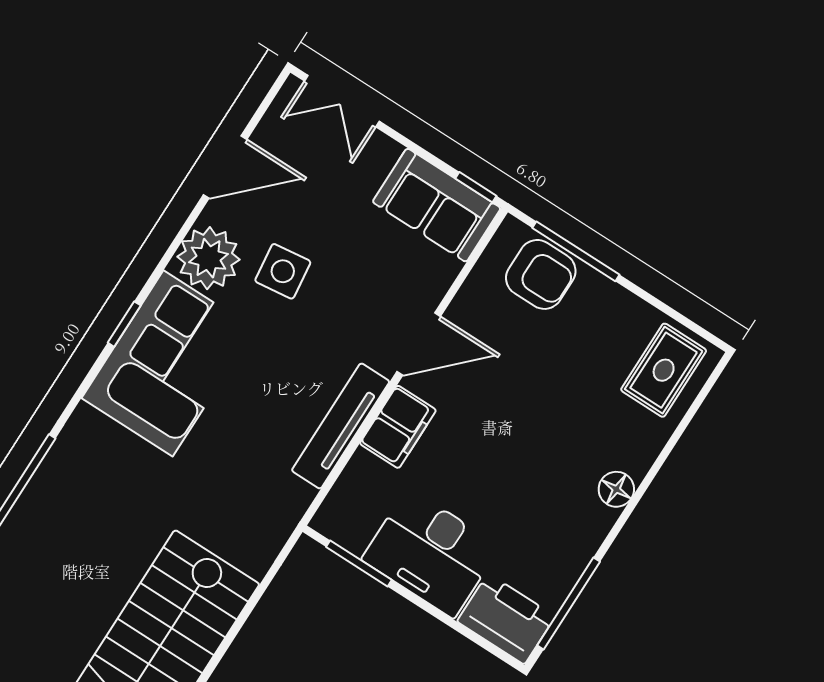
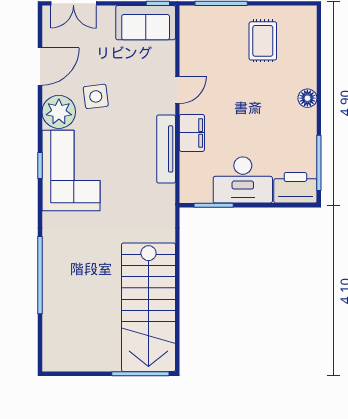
armchair: (541, 274) -> (212, 24), removed
door: (419, 344) -> (177, 90), width x0.73
rug: (664, 370) -> (263, 41), moved

